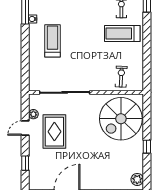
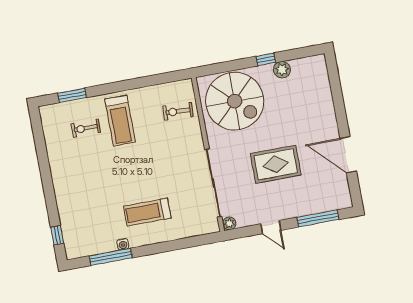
plant: (33, 114) -> (229, 223), moved
rug: (54, 132) -> (276, 164), moved
window: (25, 163) -> (318, 218), width x2.17
plant: (137, 179) -> (282, 70), moved

